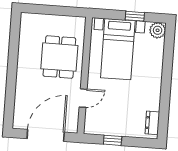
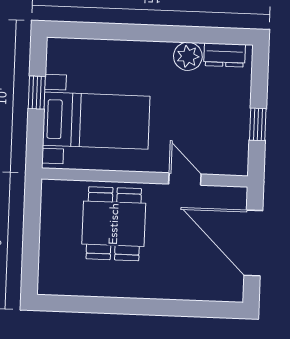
plant: (158, 30) -> (188, 56), moved
dining table: (59, 57) -> (114, 224), turned 90

